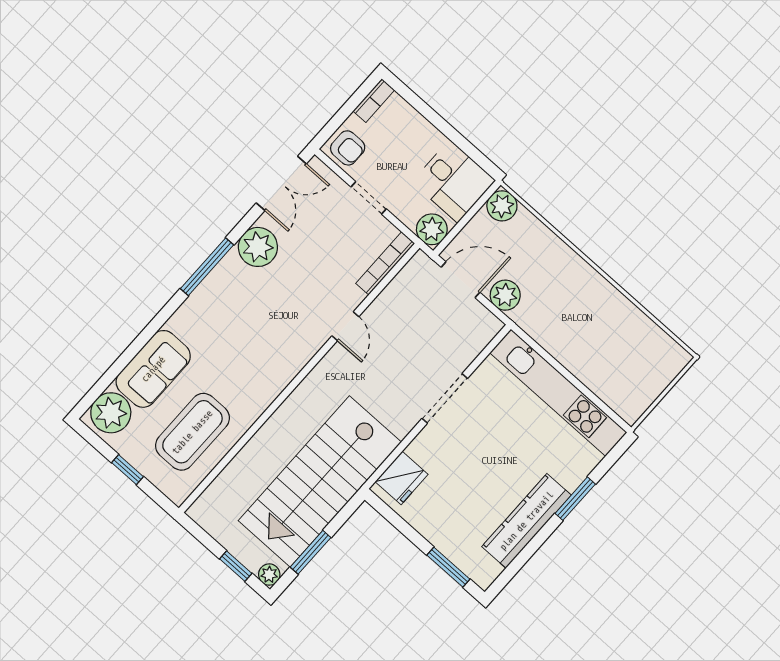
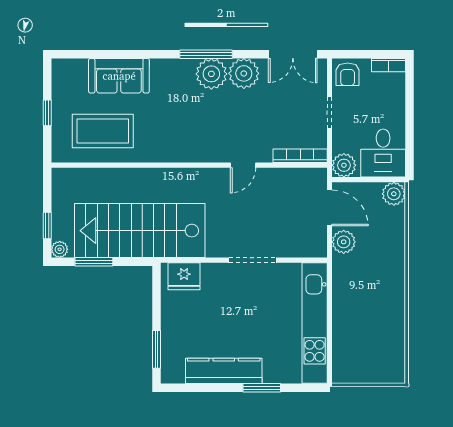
plant: (111, 413) -> (211, 74), moved

